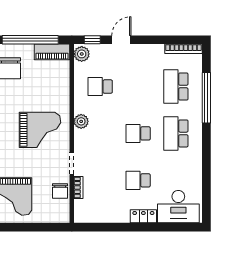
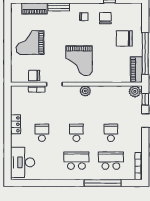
school desk: (100, 87) -> (111, 133), moved
locker: (143, 216) -> (15, 124), moved

